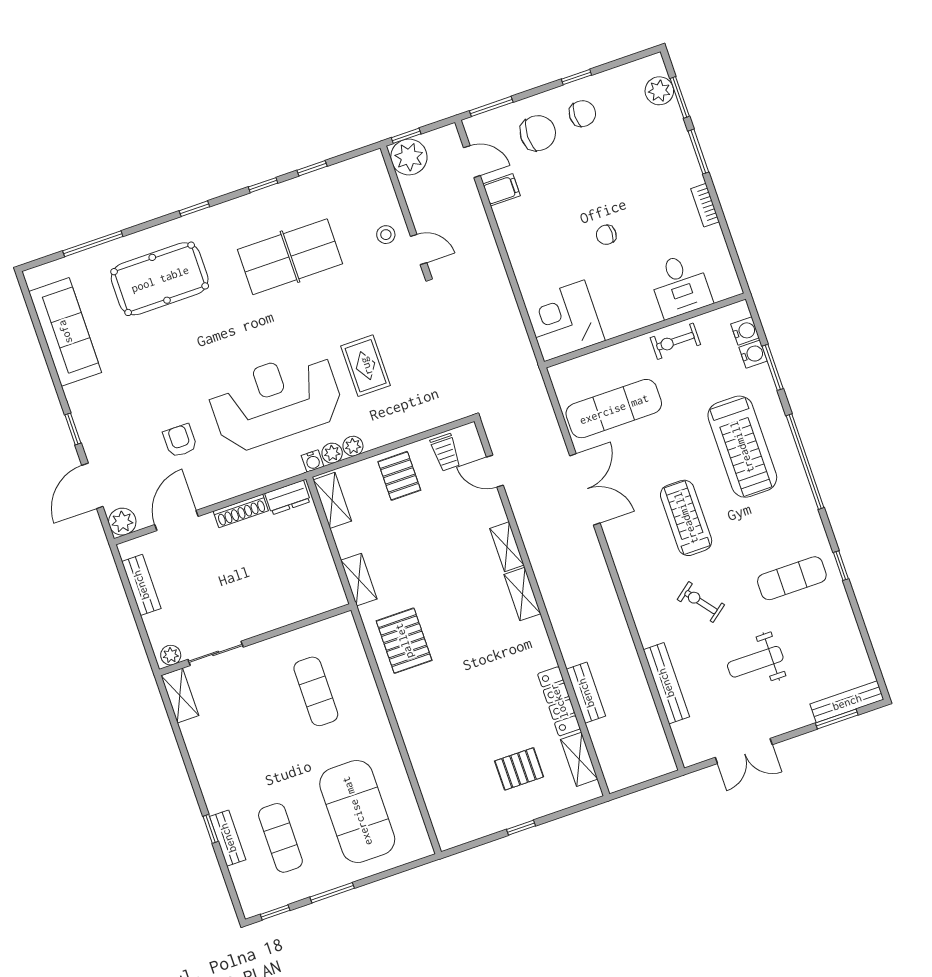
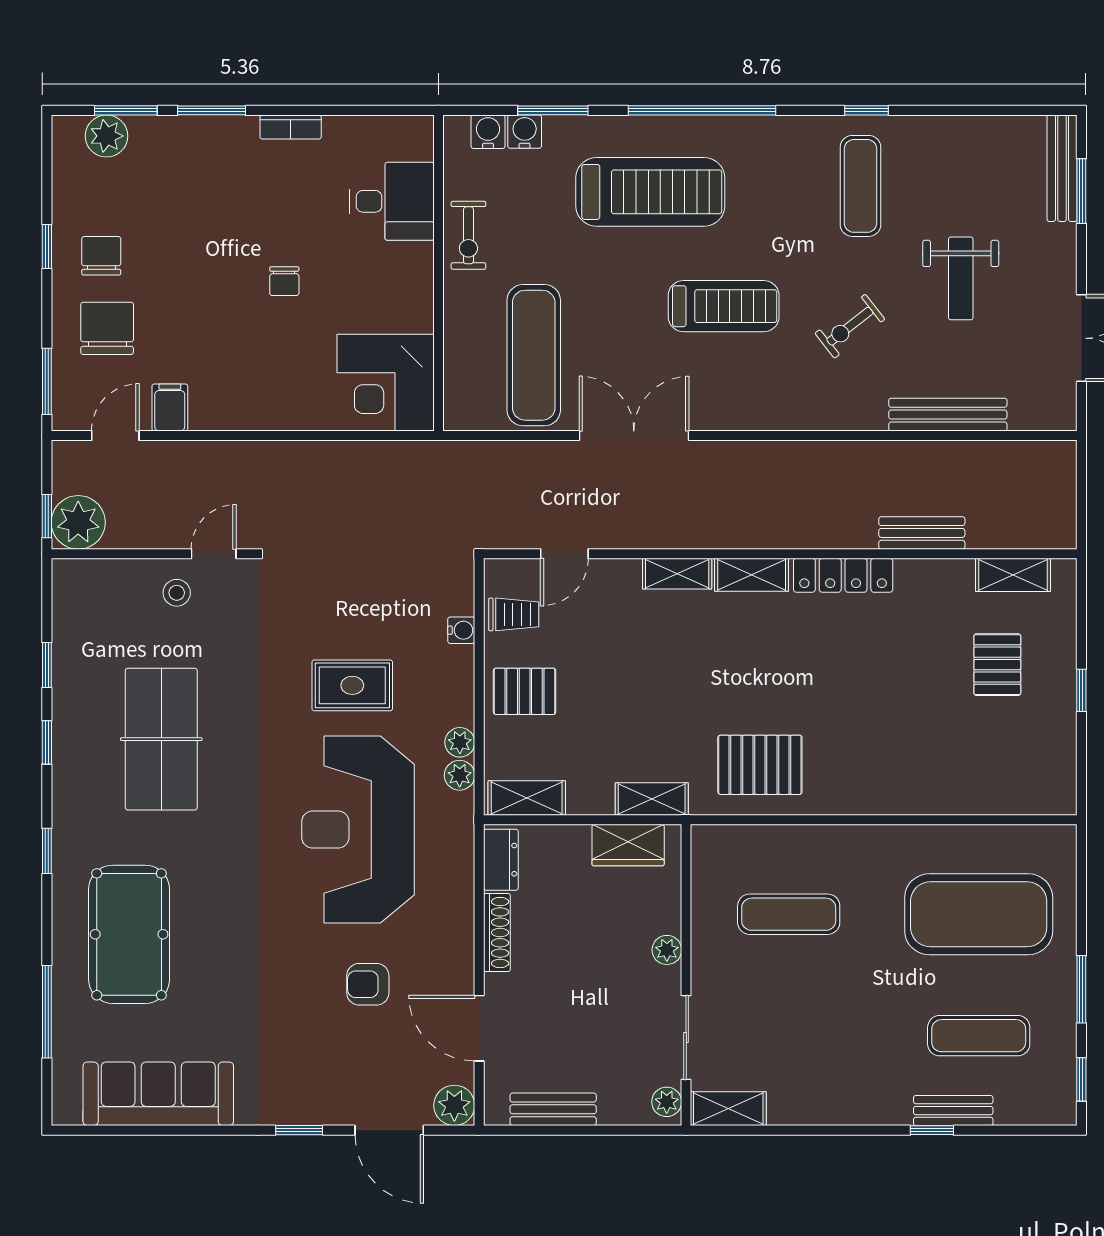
water cooler: (313, 461) -> (461, 630), moved
treadmill: (686, 518) -> (724, 306), turned 180
wardrobe: (325, 575) -> (628, 845), added
plant: (267, 622) -> (667, 950), added
locker: (559, 701) -> (843, 575), moved

